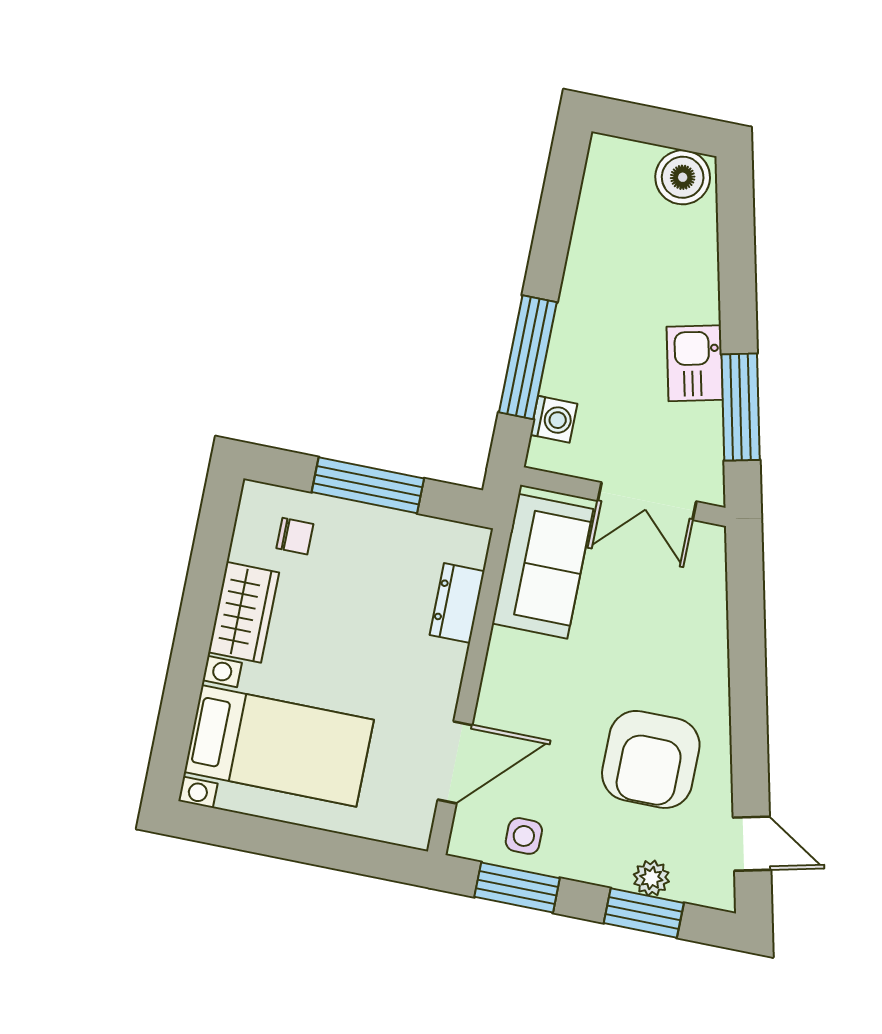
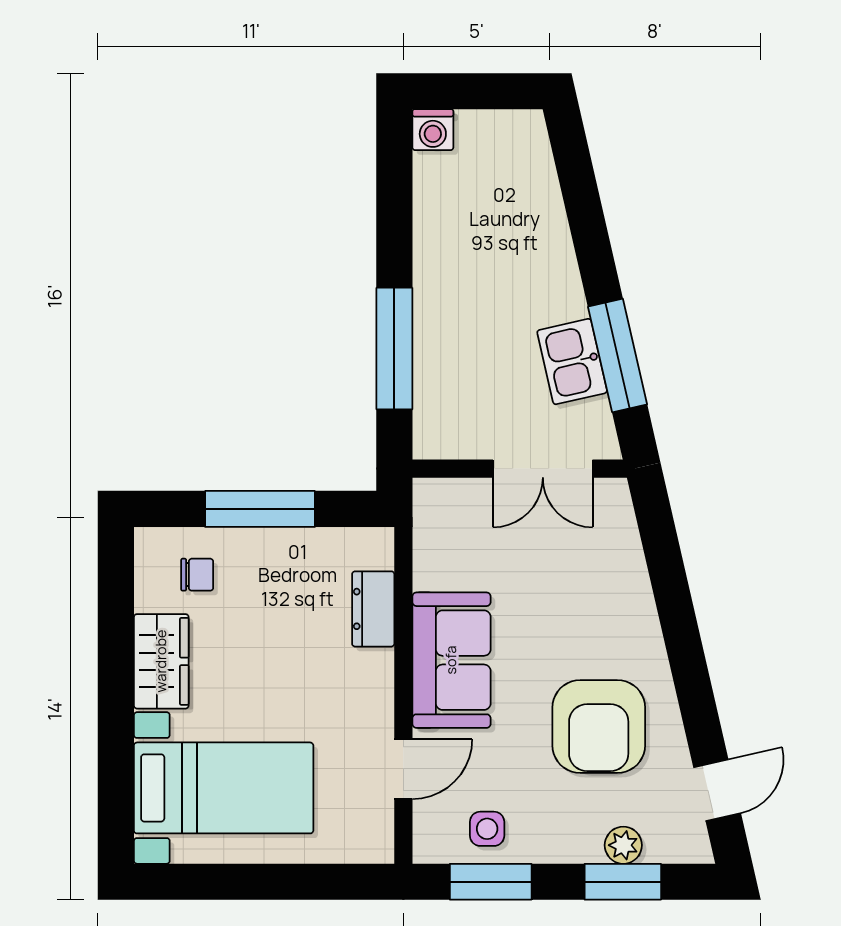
boiler: (683, 177) -> (513, 137), removed
kitchen sink: (695, 363) -> (572, 362), moved
washing machine: (554, 419) -> (433, 130), moved, turned 90
sofa: (543, 566) -> (451, 660), moved
door: (455, 762) -> (403, 769), width x0.73
door: (752, 844) -> (717, 790), hinge flipped

